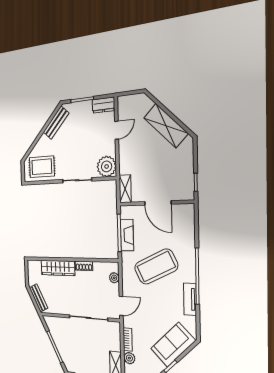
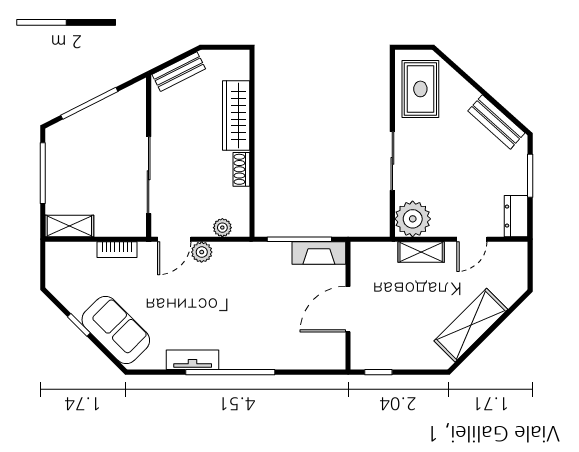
door: (117, 130) -> (472, 239), hinge flipped
shelving: (125, 189) -> (421, 252), moved
fireplace: (127, 235) -> (319, 253), moved
coffee table: (156, 267) -> (244, 304), removed
door: (121, 306) -> (174, 239), hinge flipped
plant: (129, 358) -> (202, 252), moved

